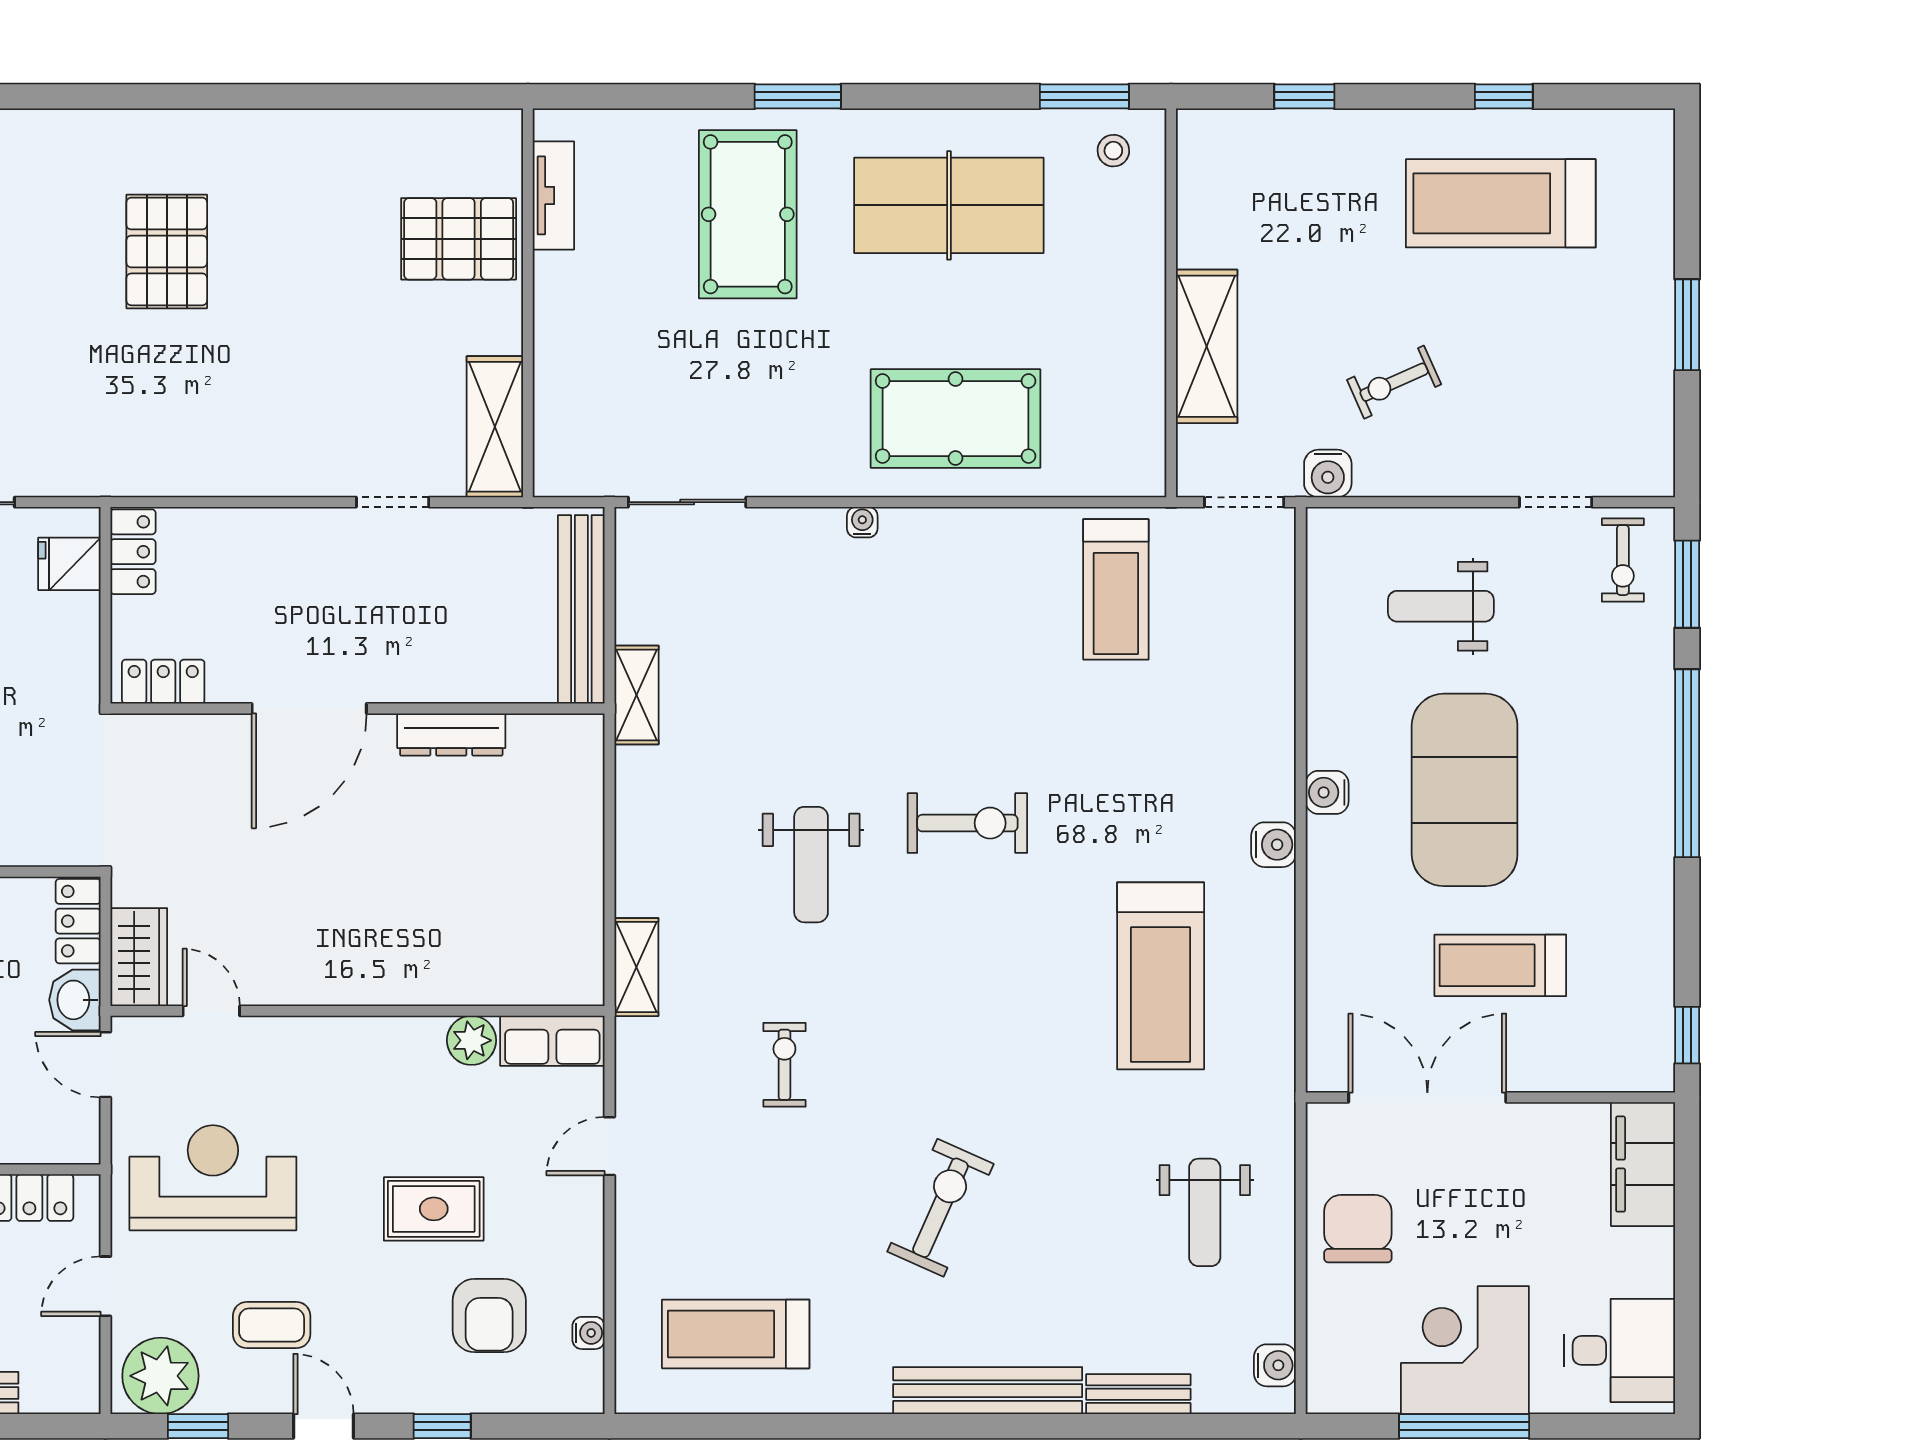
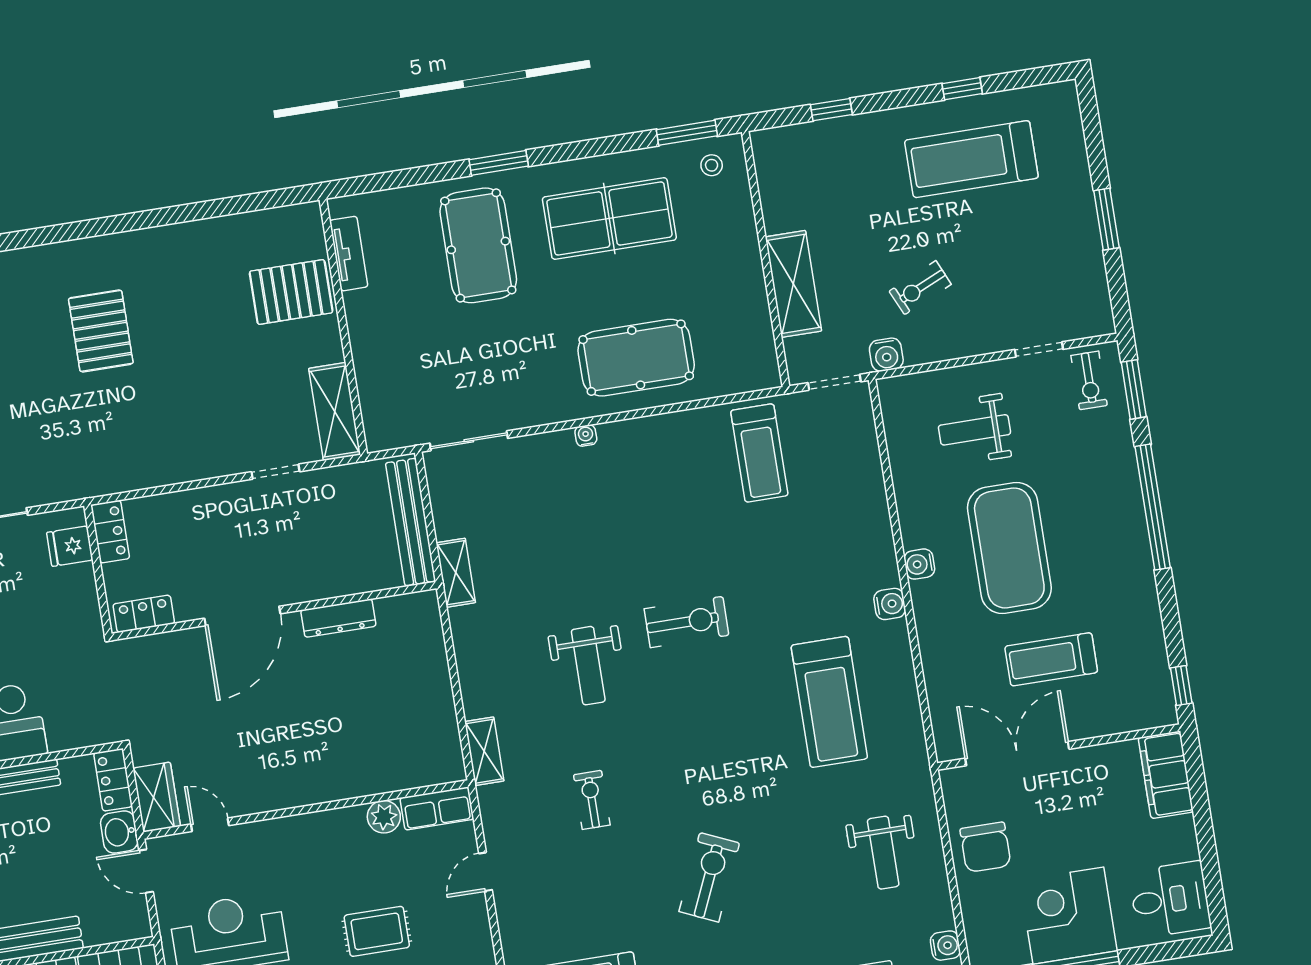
chair: (1358, 1229) -> (985, 847), turned 180

